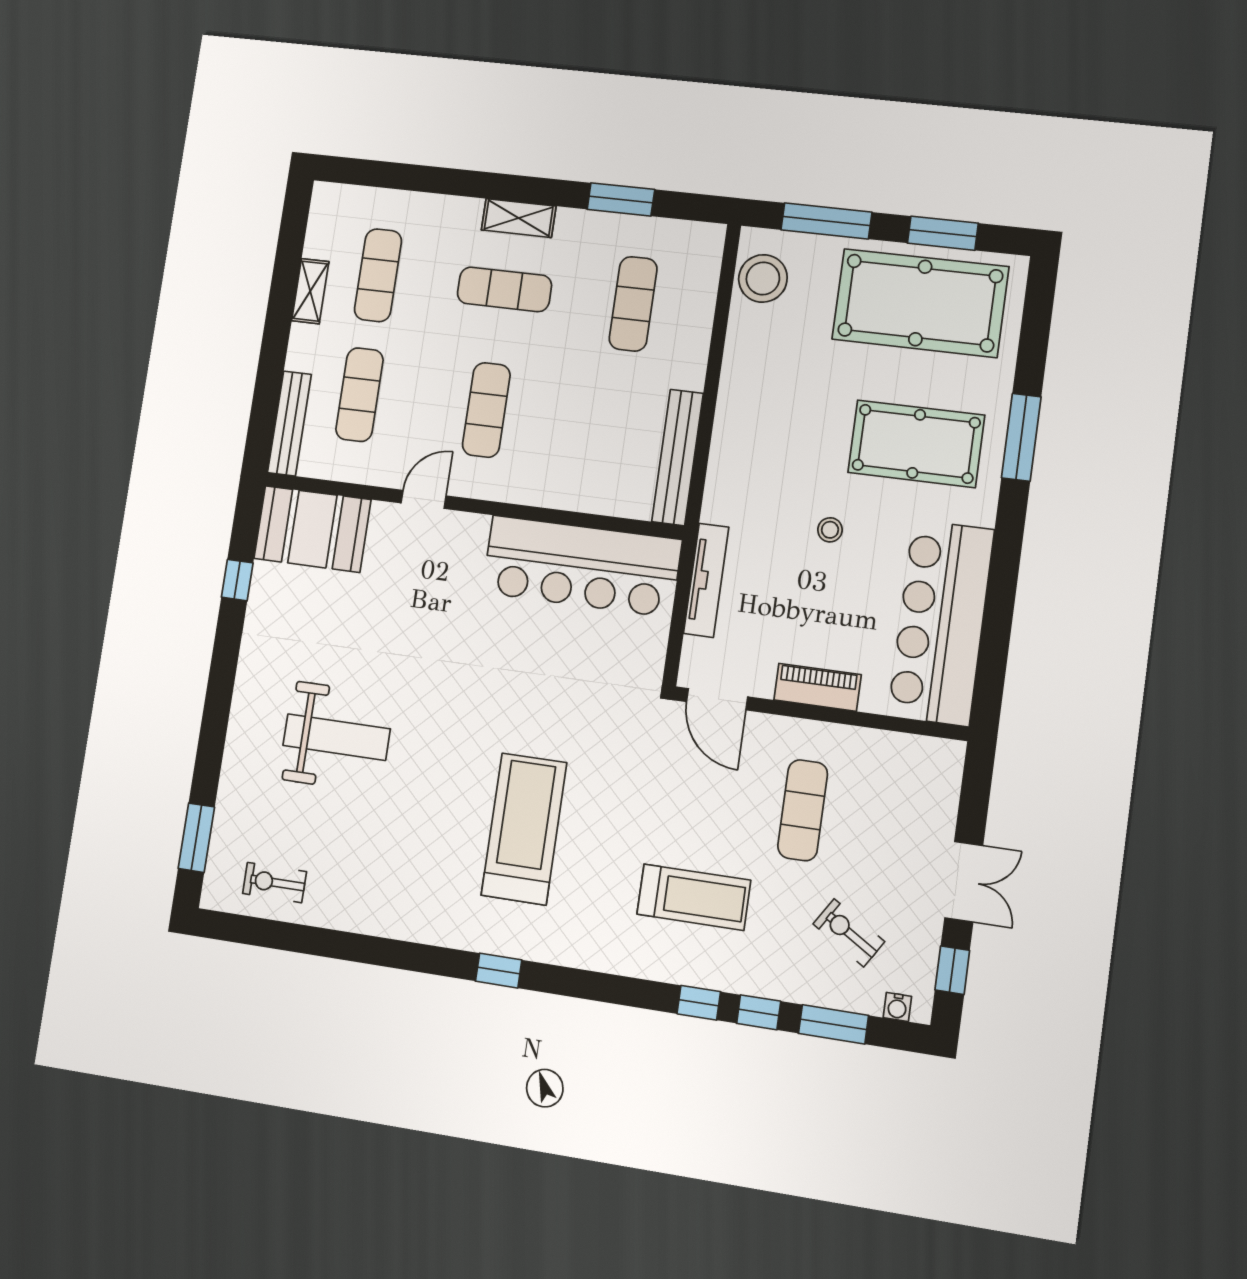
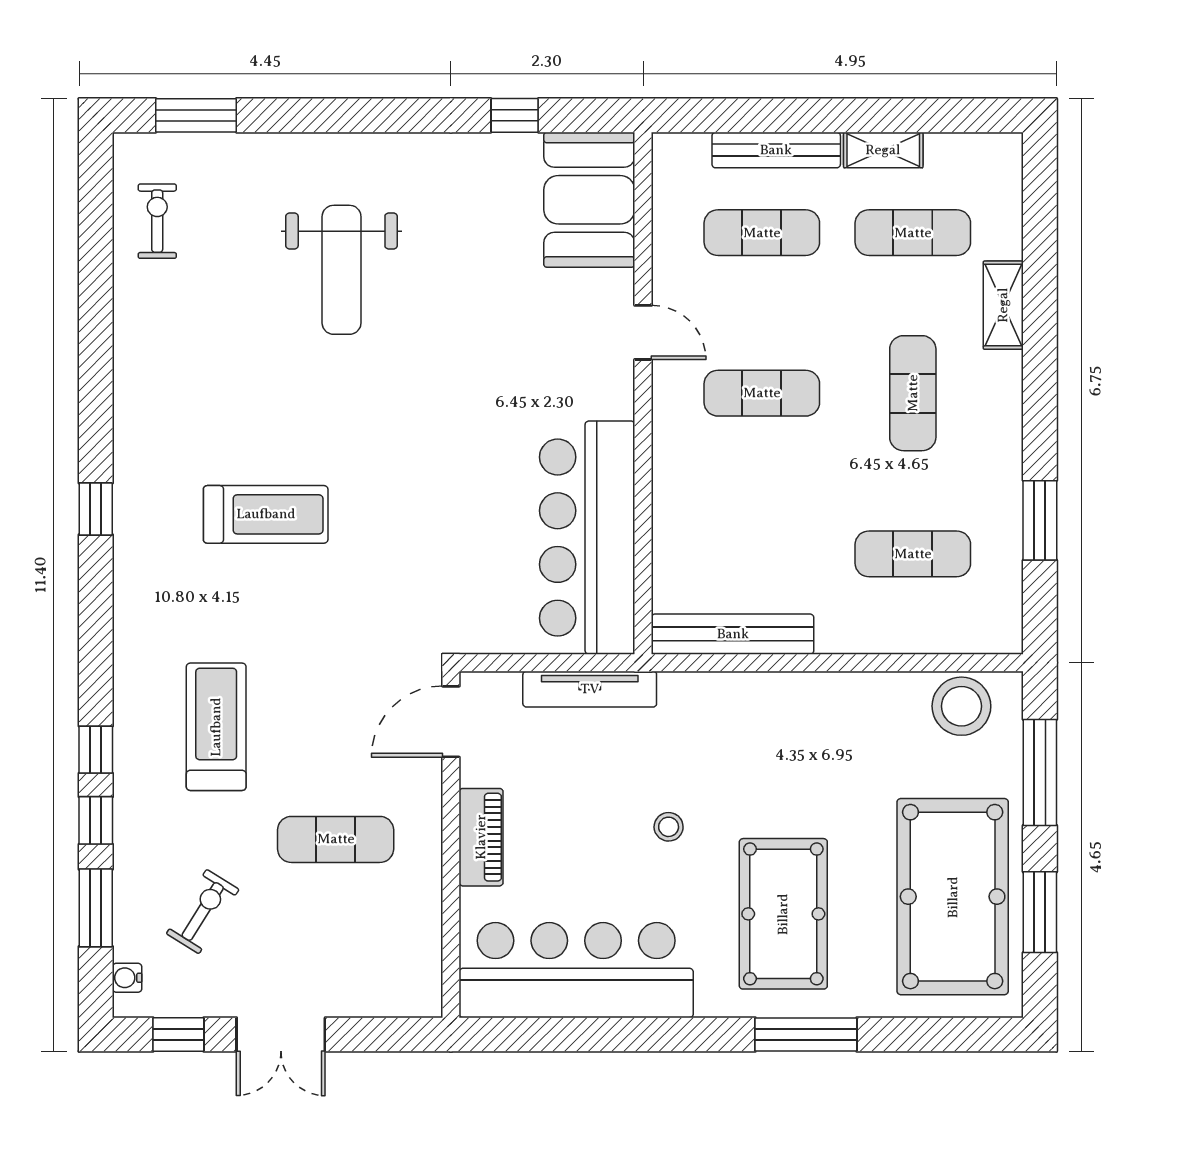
shelving: (519, 218) -> (1003, 305), moved
bench: (289, 424) -> (776, 150), moved
treadmill: (524, 829) -> (266, 514), width x0.73, depth x0.73
treadmill: (694, 897) -> (216, 727), turned 180

